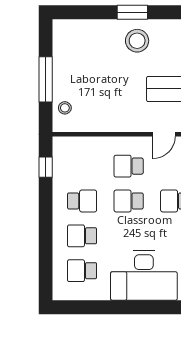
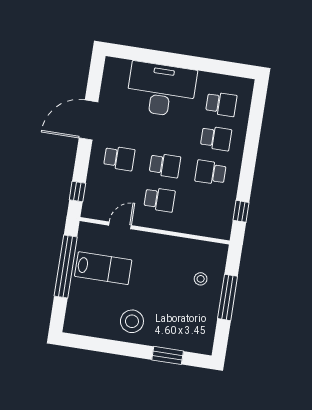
window: (132, 12) -> (168, 355), moved
stool: (65, 108) -> (201, 279), moved

